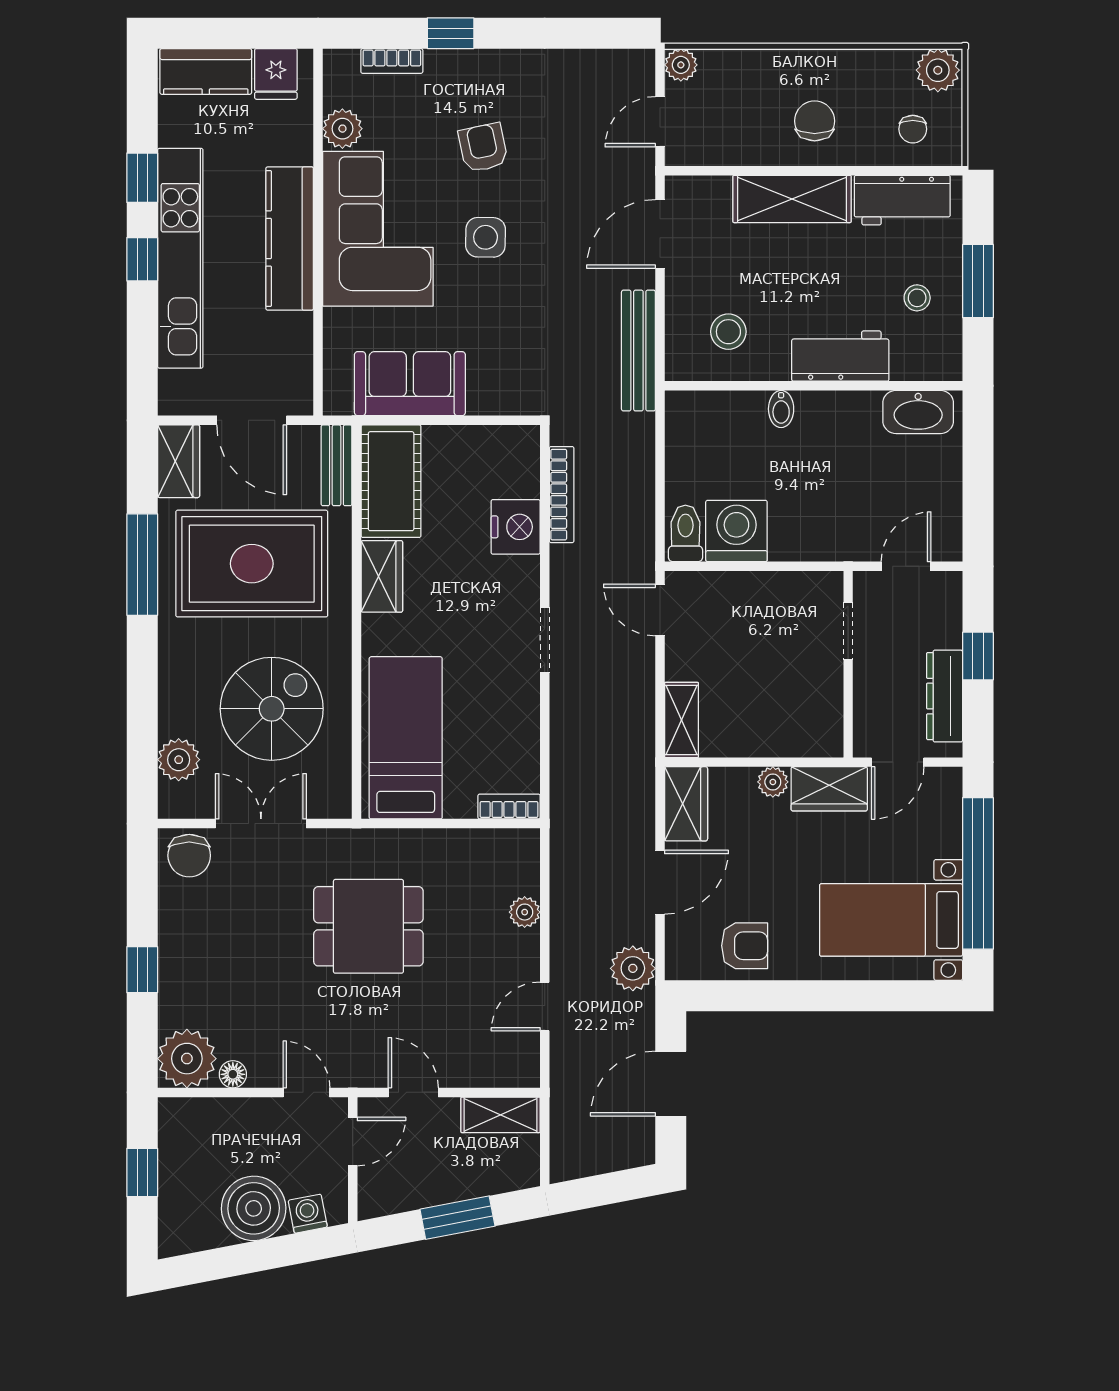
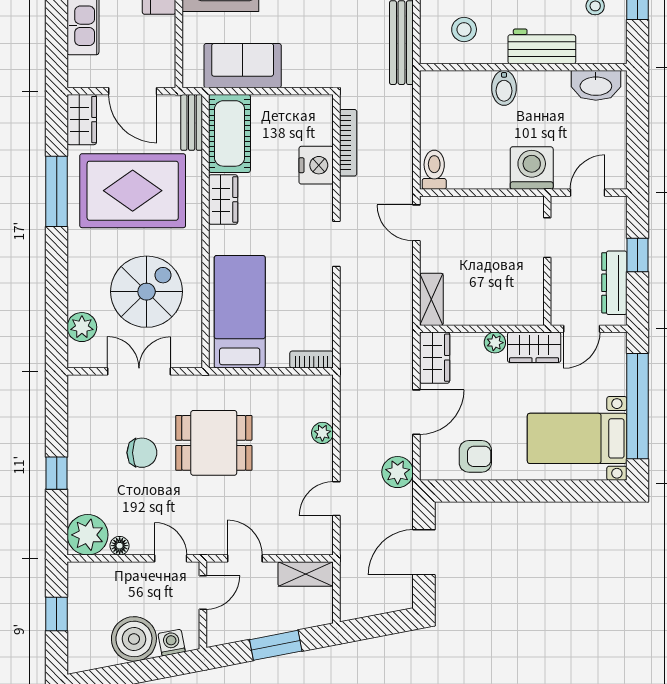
bidet: (781, 409) -> (504, 88), width x1.38, depth x1.36
washing machine: (736, 531) -> (532, 168), moved
chair: (189, 856) -> (142, 453), moved, turned -90

